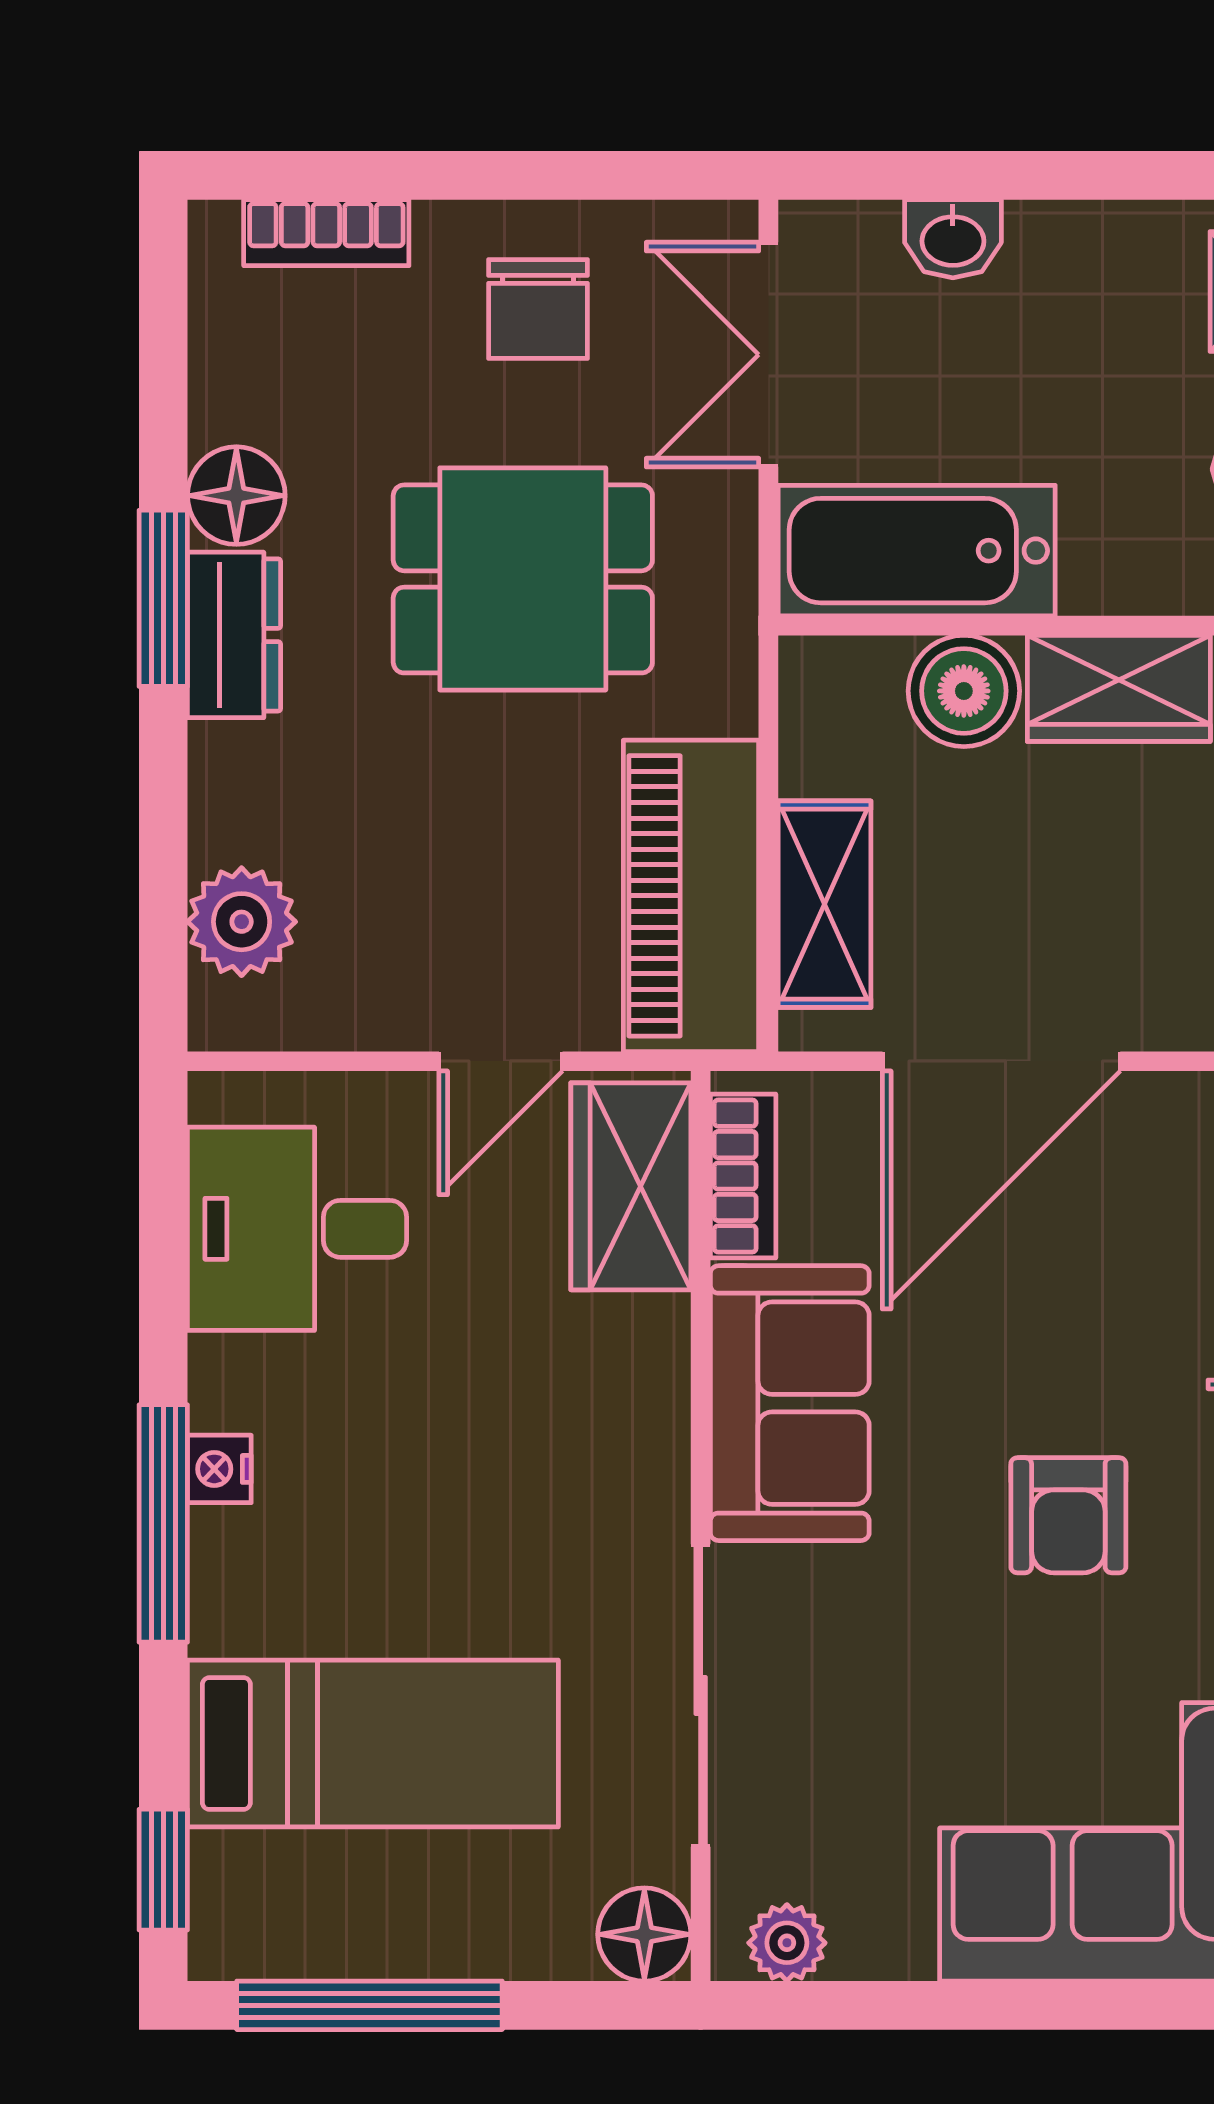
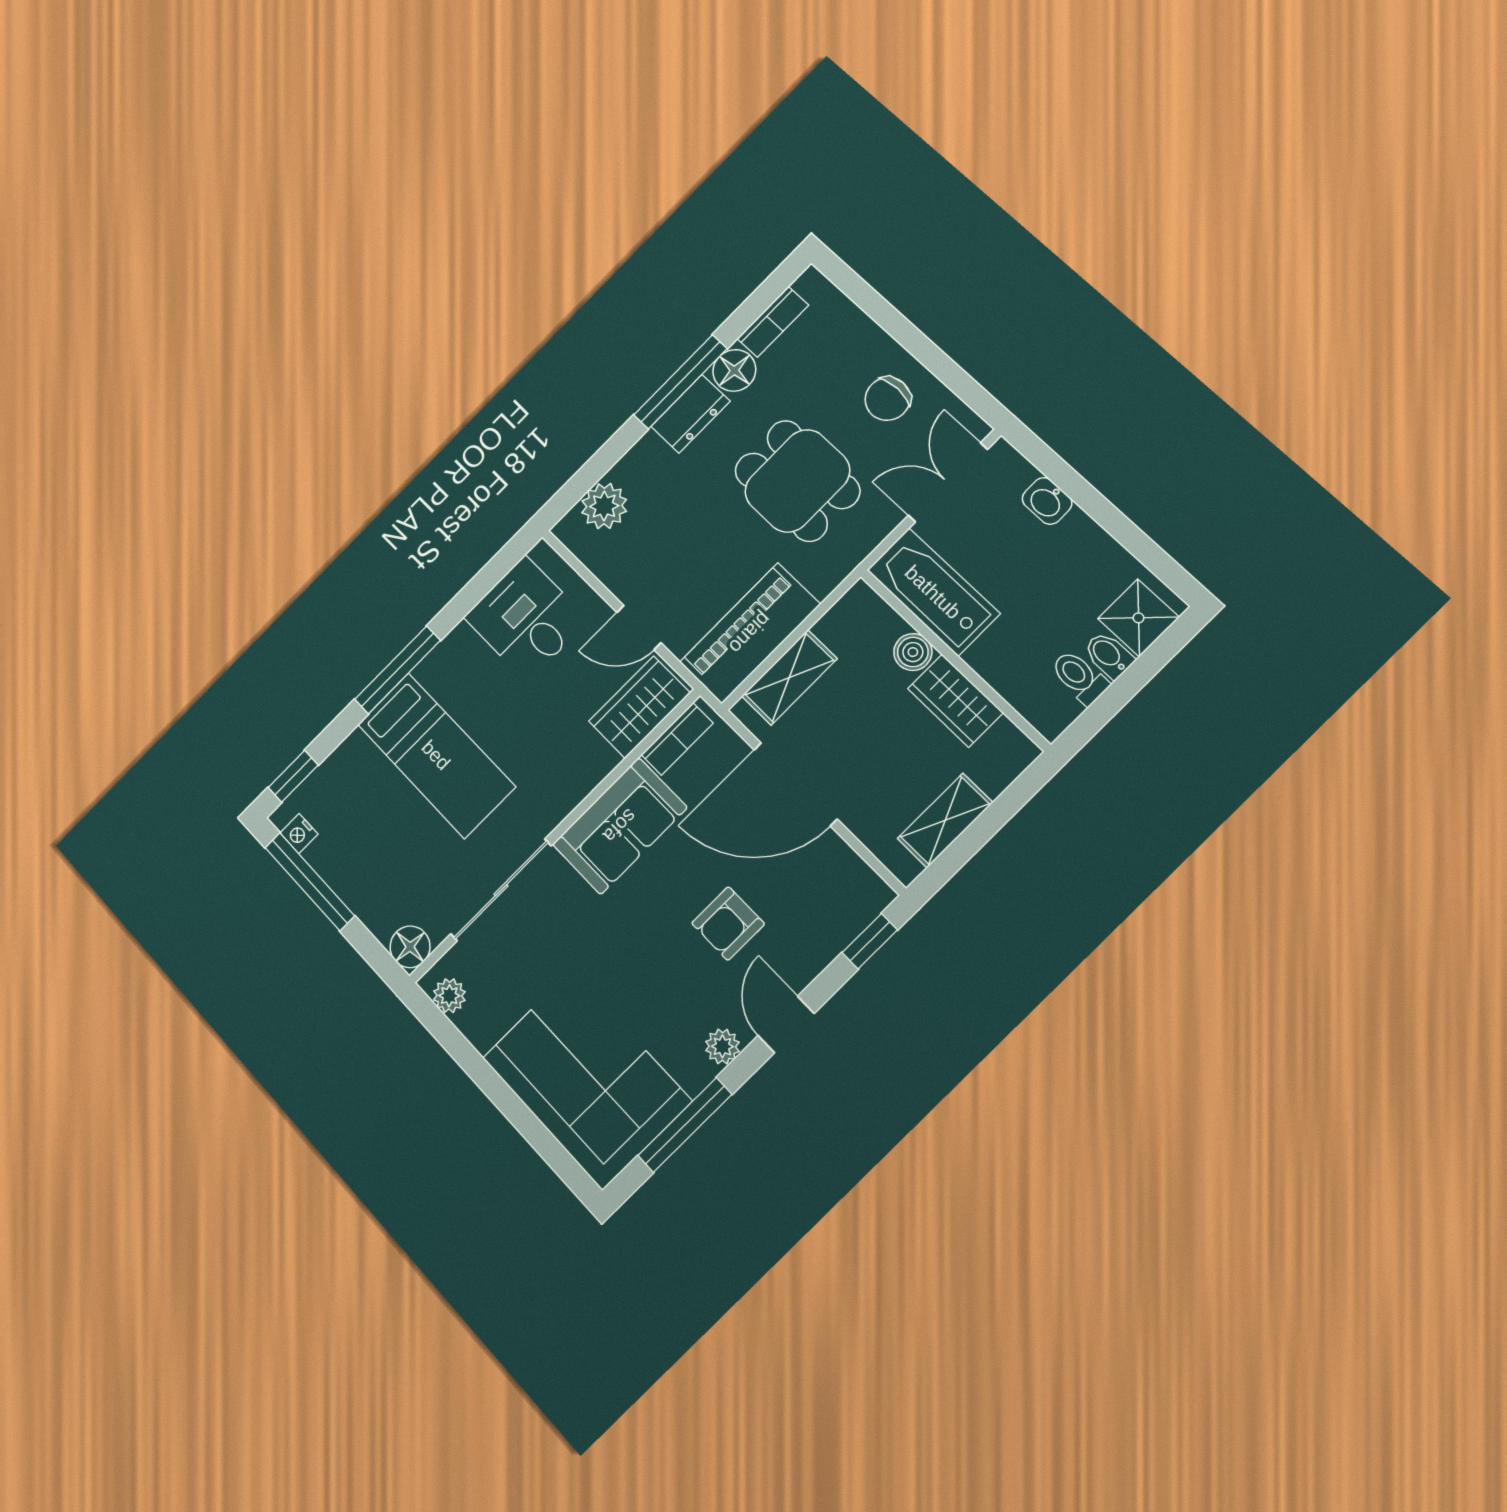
bookcase: (326, 233) -> (773, 322), moved, turned -90
window: (163, 598) -> (680, 382), width x1.44
boiler: (964, 691) -> (913, 652), width x0.73, depth x0.73
nightstand: (219, 1469) -> (299, 834), moved, turned -90
armchair: (1068, 1515) -> (728, 924), moved
bed: (373, 1743) -> (436, 755), moved

